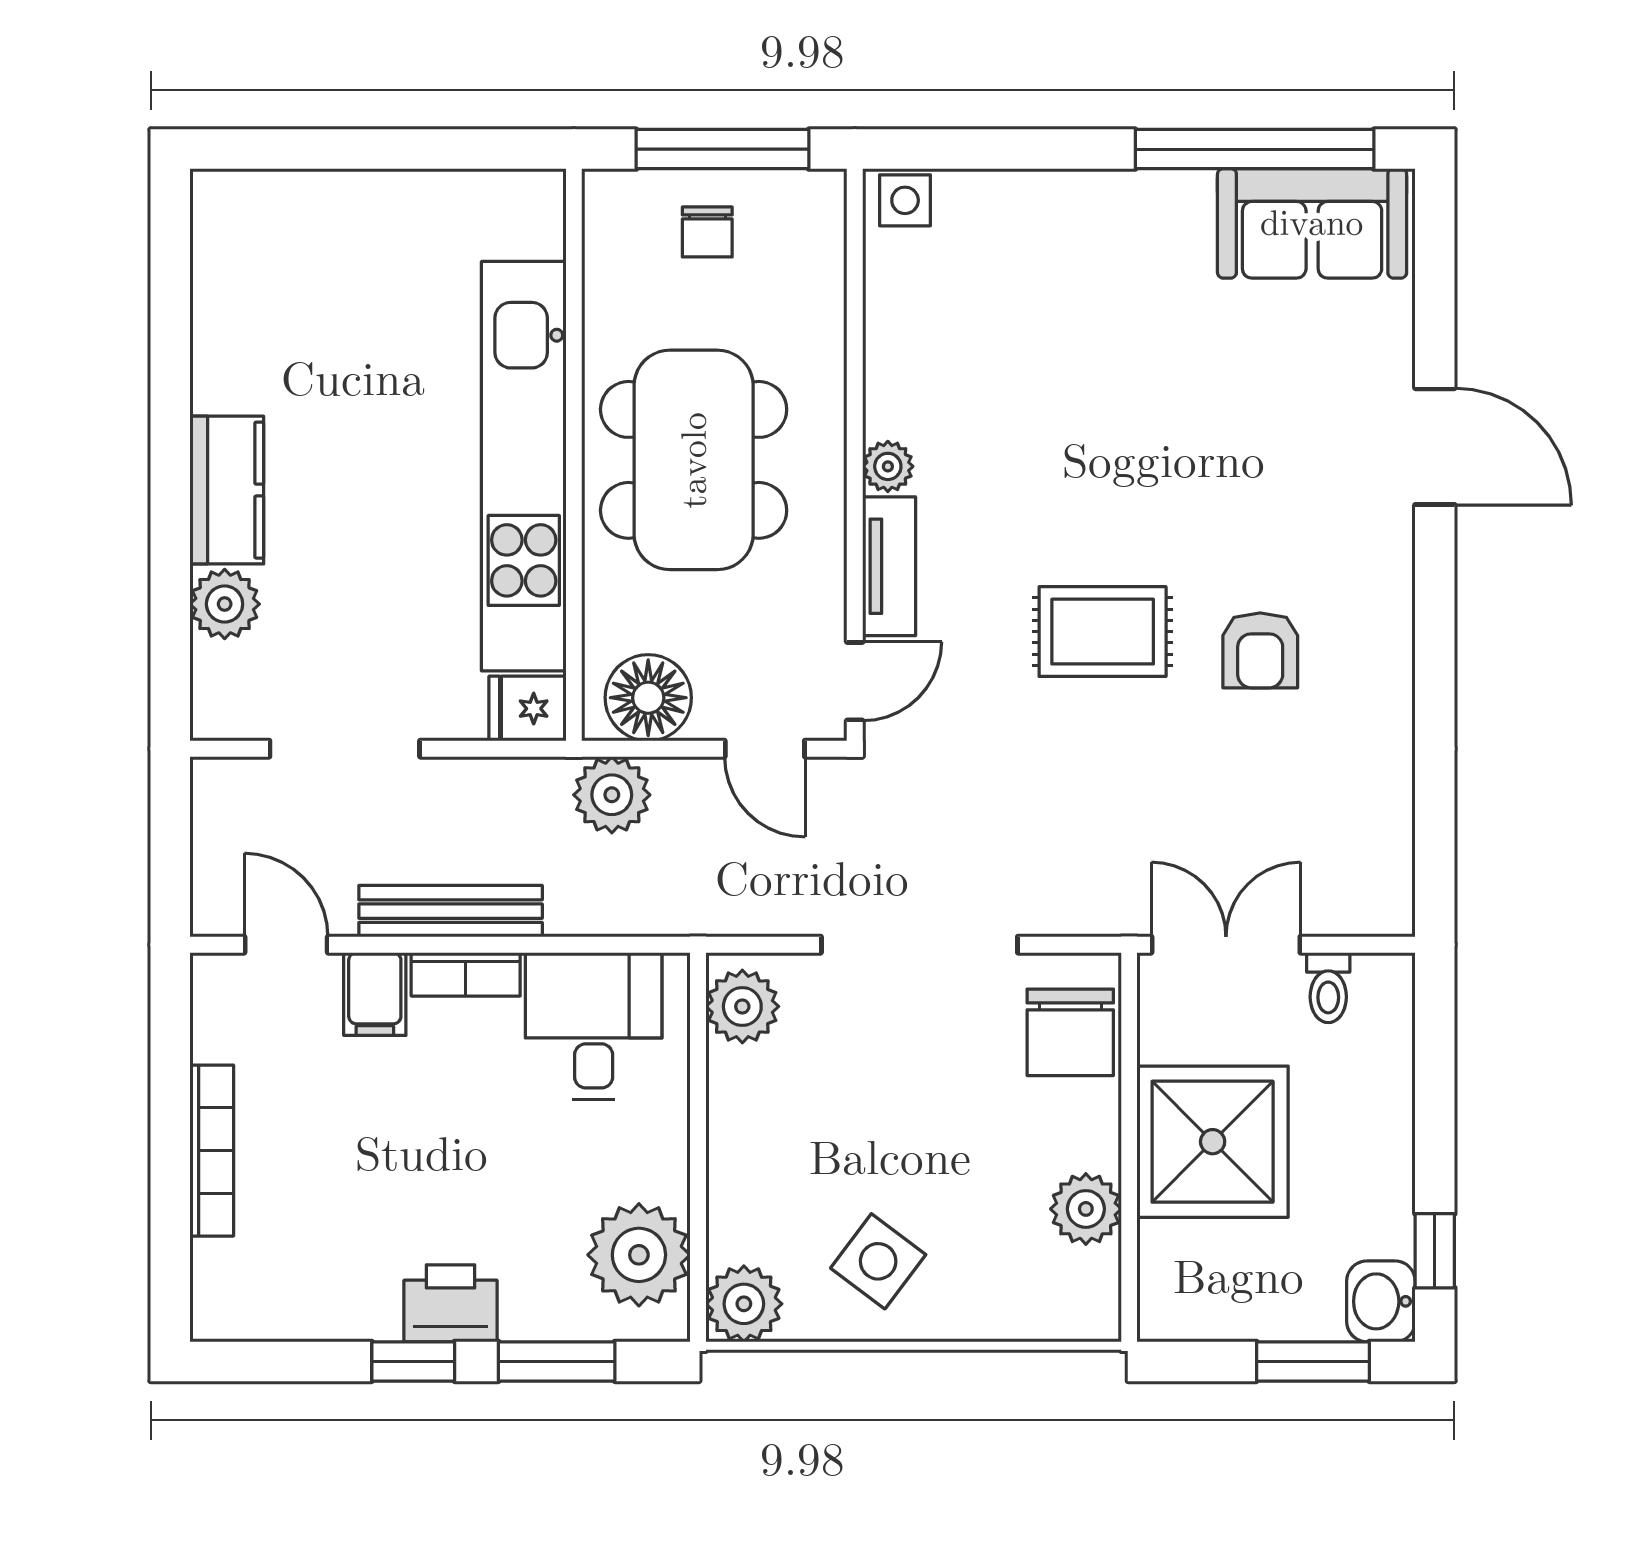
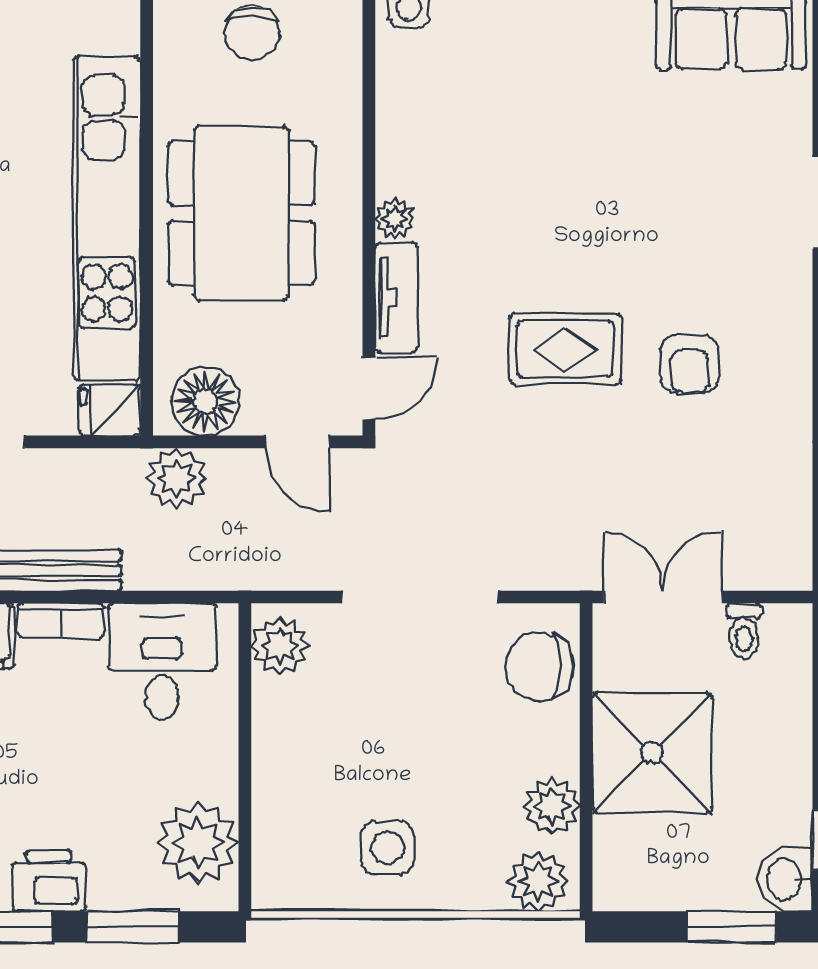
chair: (707, 232) -> (252, 33), width x1.37, depth x1.37
chair: (1070, 1032) -> (539, 666), turned 90
side table: (878, 1261) -> (387, 848), turned -37
plant: (744, 1304) -> (538, 881), moved

